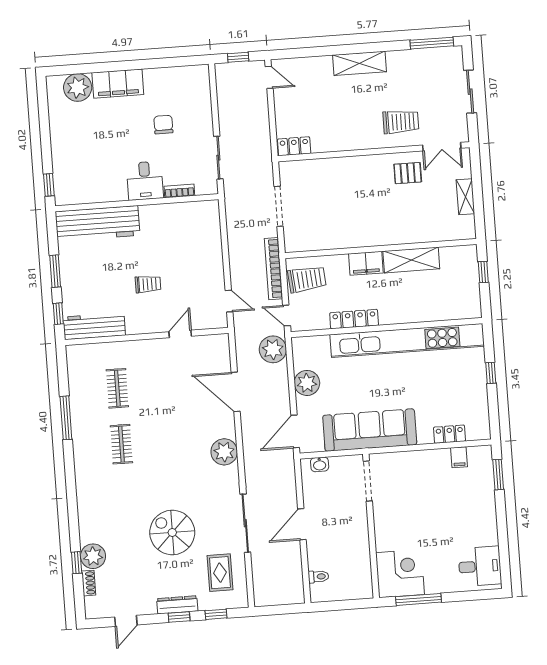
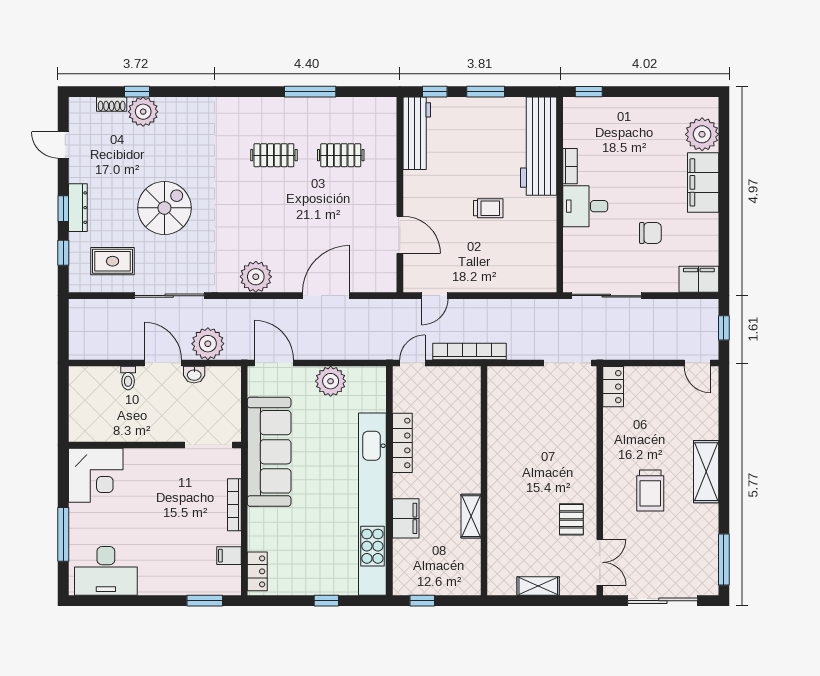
door: (269, 77) -> (697, 363), hinge flipped
filing cabinet: (199, 81) -> (699, 279), added
sliding door: (470, 92) -> (663, 601), width x1.37
trolley: (401, 122) -> (650, 490), moved
double door: (442, 147) -> (600, 562), swing flipped
sliding door: (218, 158) -> (606, 296), width x1.37
bookcase: (179, 191) -> (570, 166), moved
doorway: (279, 206) -> (568, 363), moved
shelving: (411, 260) -> (471, 516), width x0.67, depth x0.75
filing cabinet: (366, 263) -> (406, 518), moved, turned 180
window: (483, 272) -> (422, 601), moved
trolley: (307, 279) -> (454, 390), removed
trolley: (148, 284) -> (488, 208), moved, turned -90
door: (180, 334) -> (400, 235), width x1.38
plant: (273, 349) -> (208, 344), moved
locker: (450, 434) -> (257, 571), moved
bookcase: (416, 456) -> (234, 505), added
washbasin: (320, 464) -> (194, 375), moved, turned -90
desk: (480, 566) -> (106, 571), width x1.37
toilet: (318, 577) -> (128, 378), moved
window: (419, 599) -> (63, 534), moved

